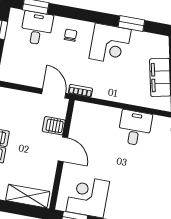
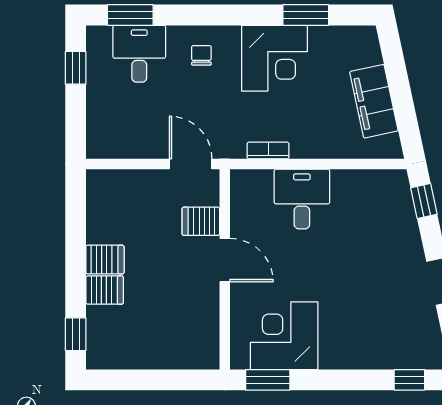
bookcase: (80, 91) -> (268, 151), moved
desk: (135, 128) -> (302, 199), moved
shelving: (28, 196) -> (177, 354), removed

